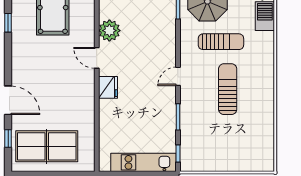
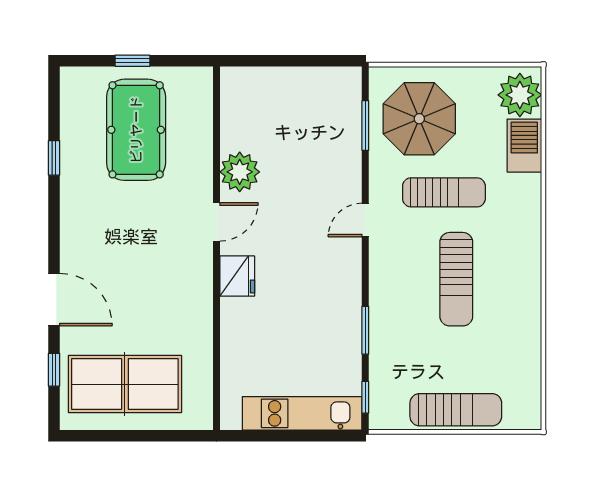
door: (97, 58) -> (216, 222), swing flipped
door: (178, 76) -> (365, 220), moved
sun lounger: (228, 89) -> (456, 279), turned 180
sun lounger: (227, 160) -> (456, 410), added

